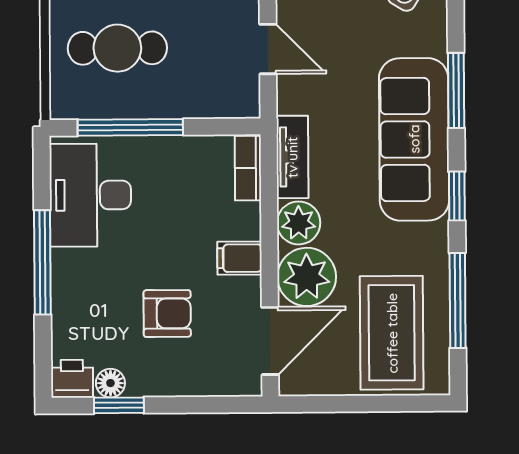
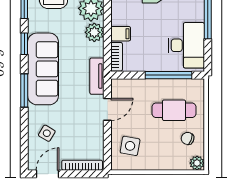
door: (268, 49) -> (107, 109), swing flipped
tv unit: (292, 157) -> (97, 76), moved
filing cabinet: (239, 258) -> (121, 34), moved

